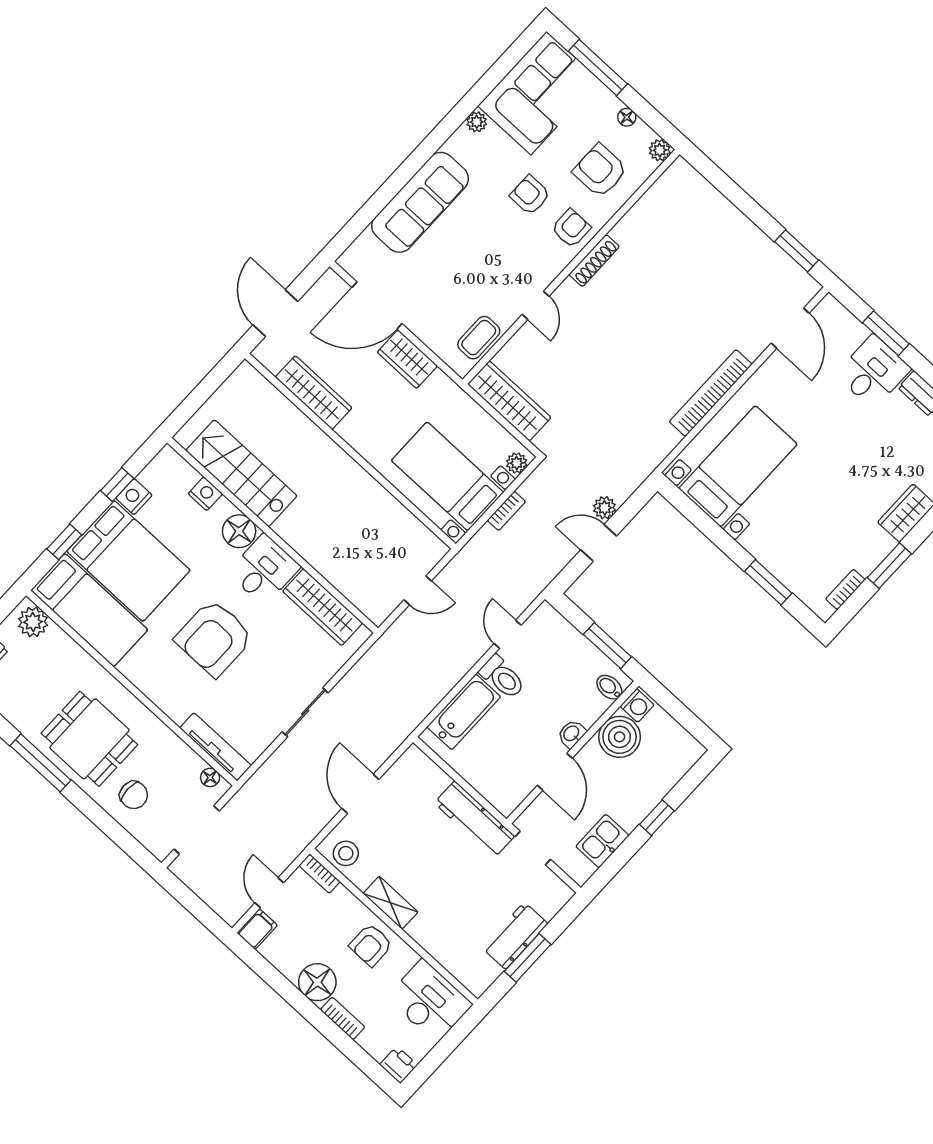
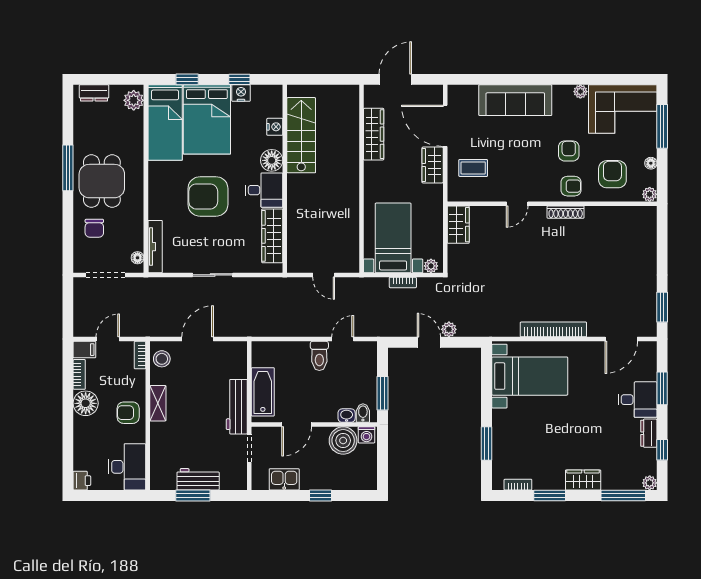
coffee table: (479, 338) -> (473, 168), moved
wardrobe: (509, 401) -> (458, 225), width x0.67
bathtub: (464, 712) -> (263, 392), moved, turned -90
washbasin: (572, 734) -> (347, 416), moved
bookcase: (343, 1018) -> (79, 374), moved

